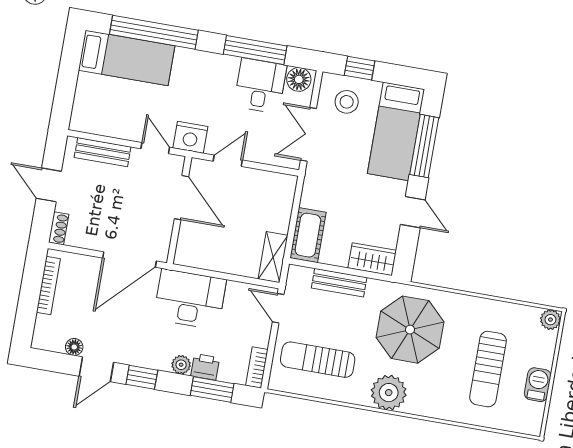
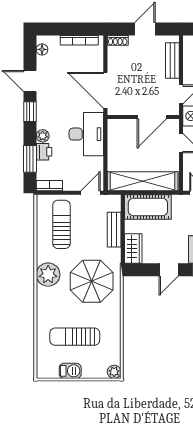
cot: (308, 235) -> (148, 207), width x1.37, depth x1.34
shelving: (273, 257) -> (143, 181), width x2.20, depth x1.33
floor lamp: (74, 347) -> (42, 49), moved

